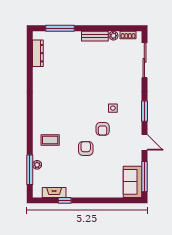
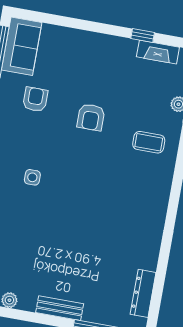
bench: (95, 36) -> (60, 308), moved
armchair: (103, 129) -> (35, 99), moved

